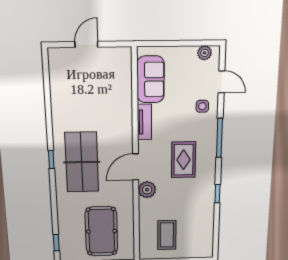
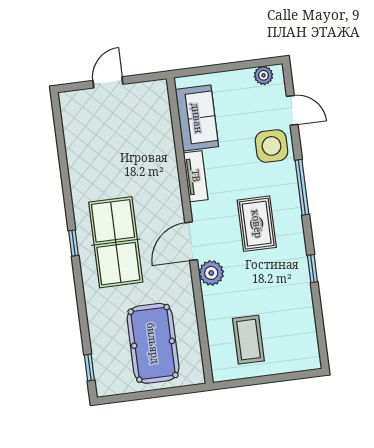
side table: (202, 106) -> (271, 146), width x1.87, depth x1.87

